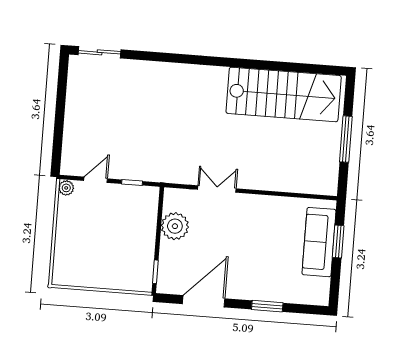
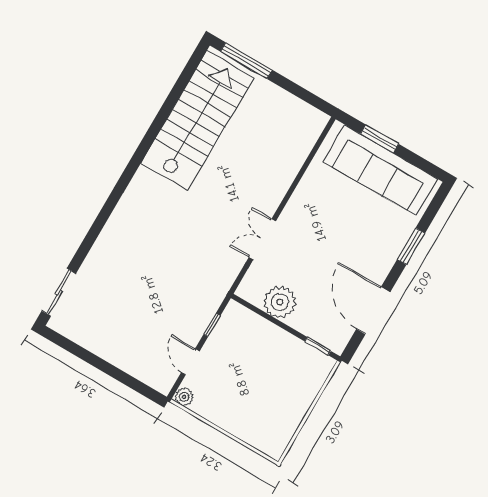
window: (346, 139) -> (246, 61), moved
sofa: (319, 242) -> (380, 170), width x1.36, depth x1.27

